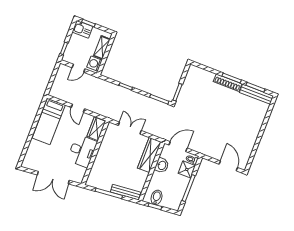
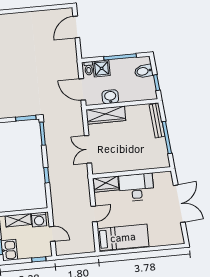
bidet: (157, 197) -> (144, 71), moved

